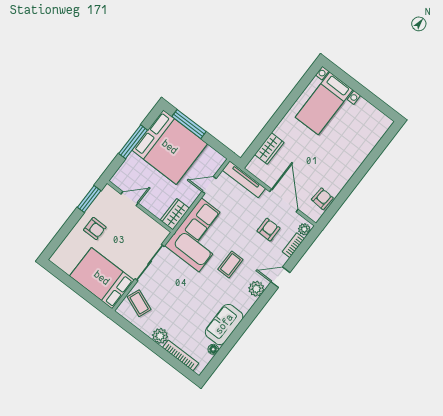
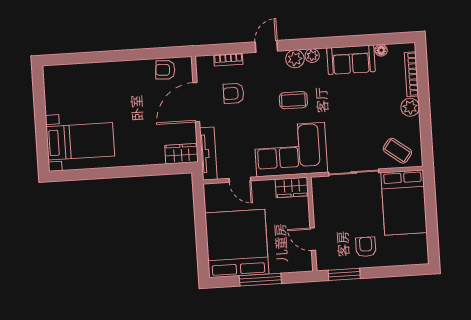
window: (189, 124) -> (202, 244), removed
wardrobe: (269, 148) -> (182, 154), moved
plant: (304, 229) -> (312, 56), moved
door: (280, 277) -> (266, 46), swing flipped
coffee table: (139, 303) -> (397, 151), turned -75

